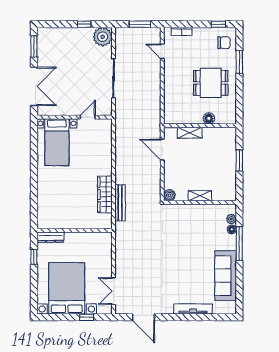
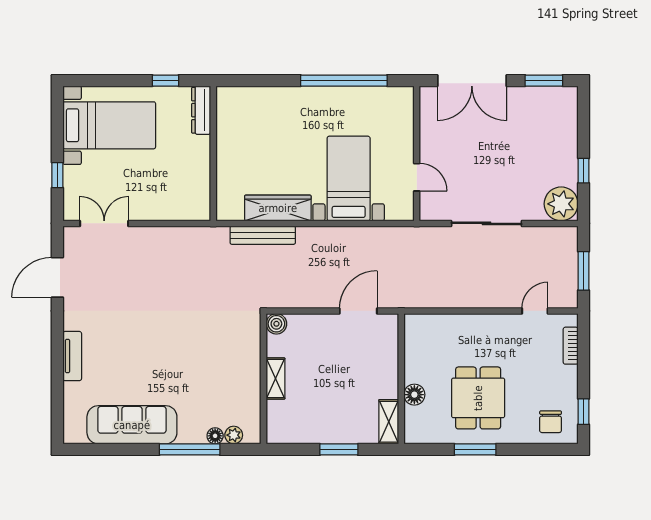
window: (239, 62) -> (475, 449), moved
shelving: (190, 133) -> (389, 422), moved
bed with nightstands: (57, 142) -> (349, 179), moved, turned 90
window: (34, 158) -> (344, 81), added
bed with nightstands: (67, 288) -> (109, 125), width x0.73
tv unit: (193, 309) -> (72, 356), width x0.71

